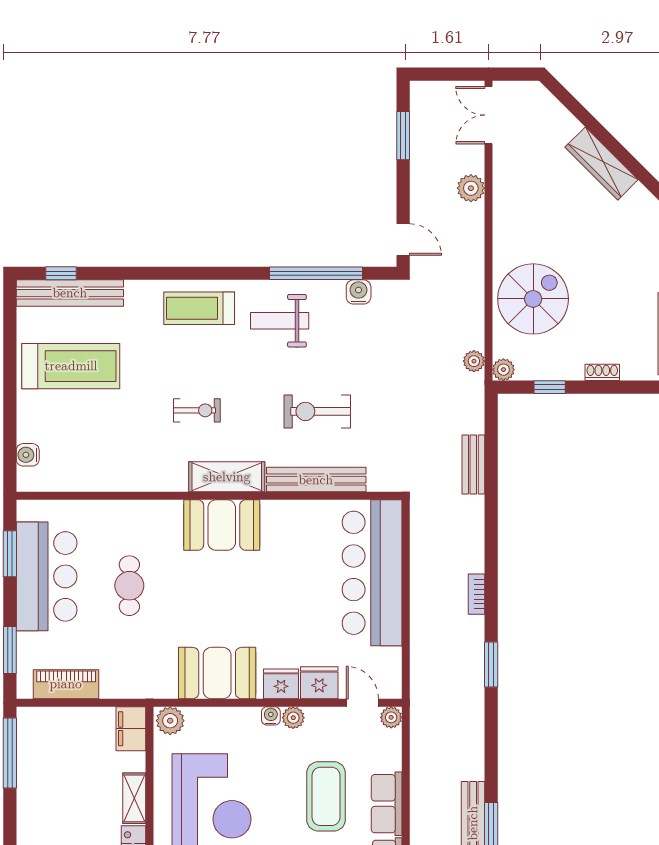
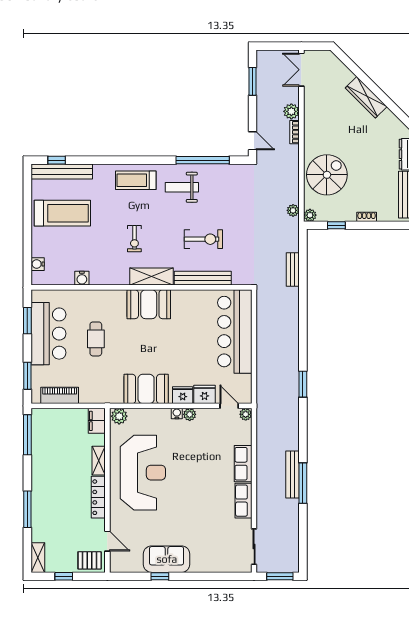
water cooler: (359, 292) -> (82, 278), moved, turned 180
exercise bike: (197, 410) -> (134, 239), turned 90
exercise bike: (317, 411) -> (203, 239), turned 180
bookcase: (476, 594) -> (295, 132), moved
coffee table: (326, 796) -> (208, 460), removed

